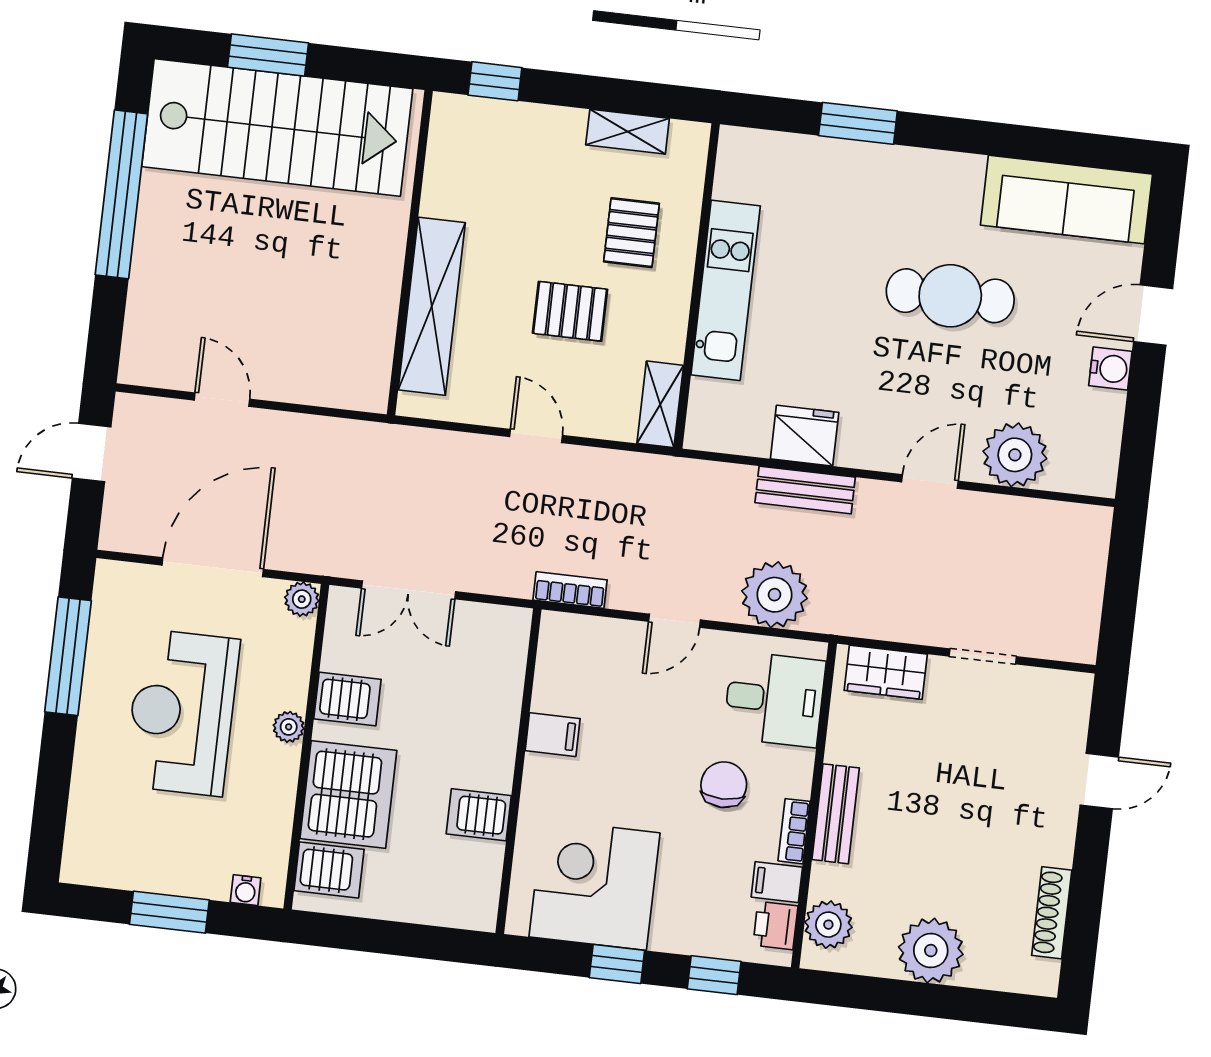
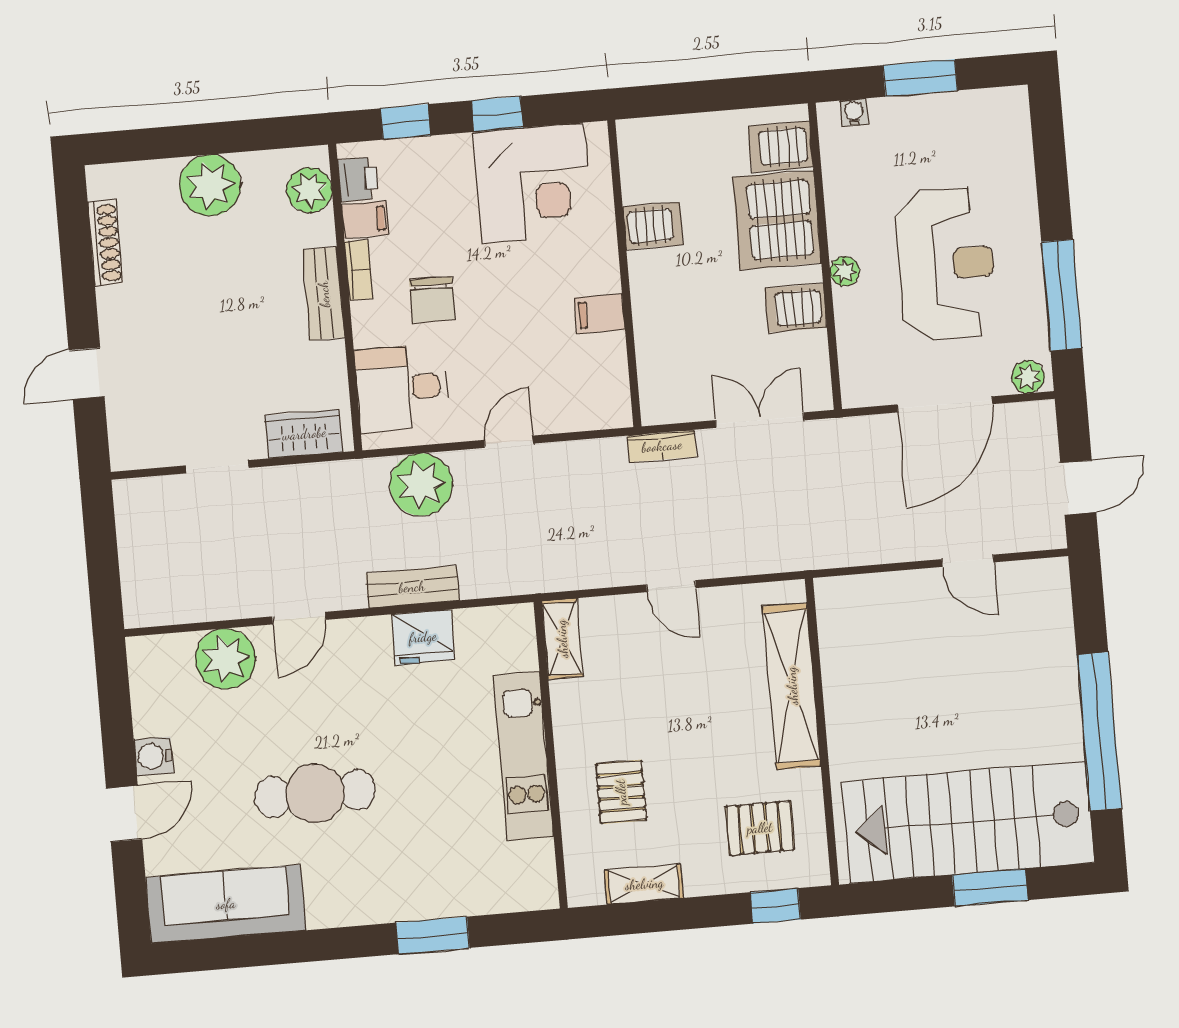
pallet: (570, 311) -> (760, 828), moved
bookcase: (570, 590) -> (662, 446), moved
plant: (302, 599) -> (1028, 377), moved

